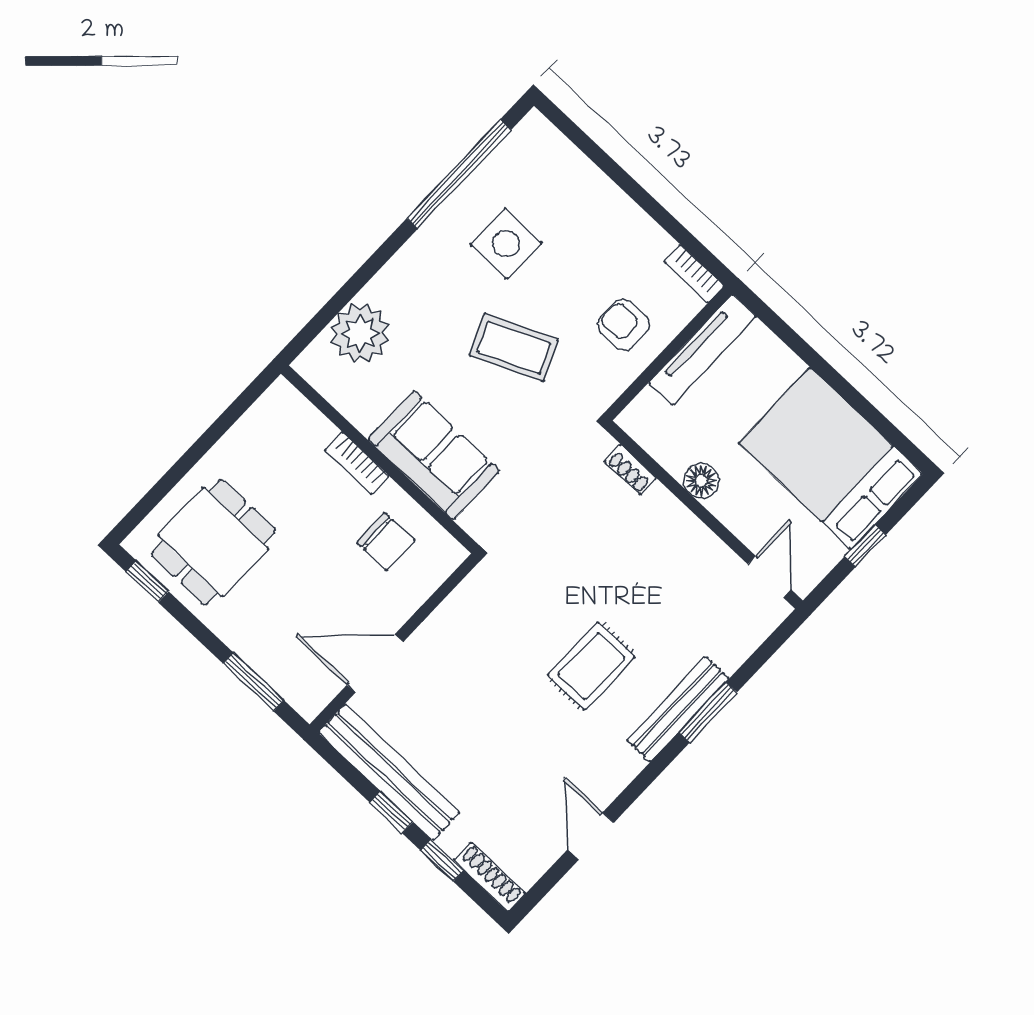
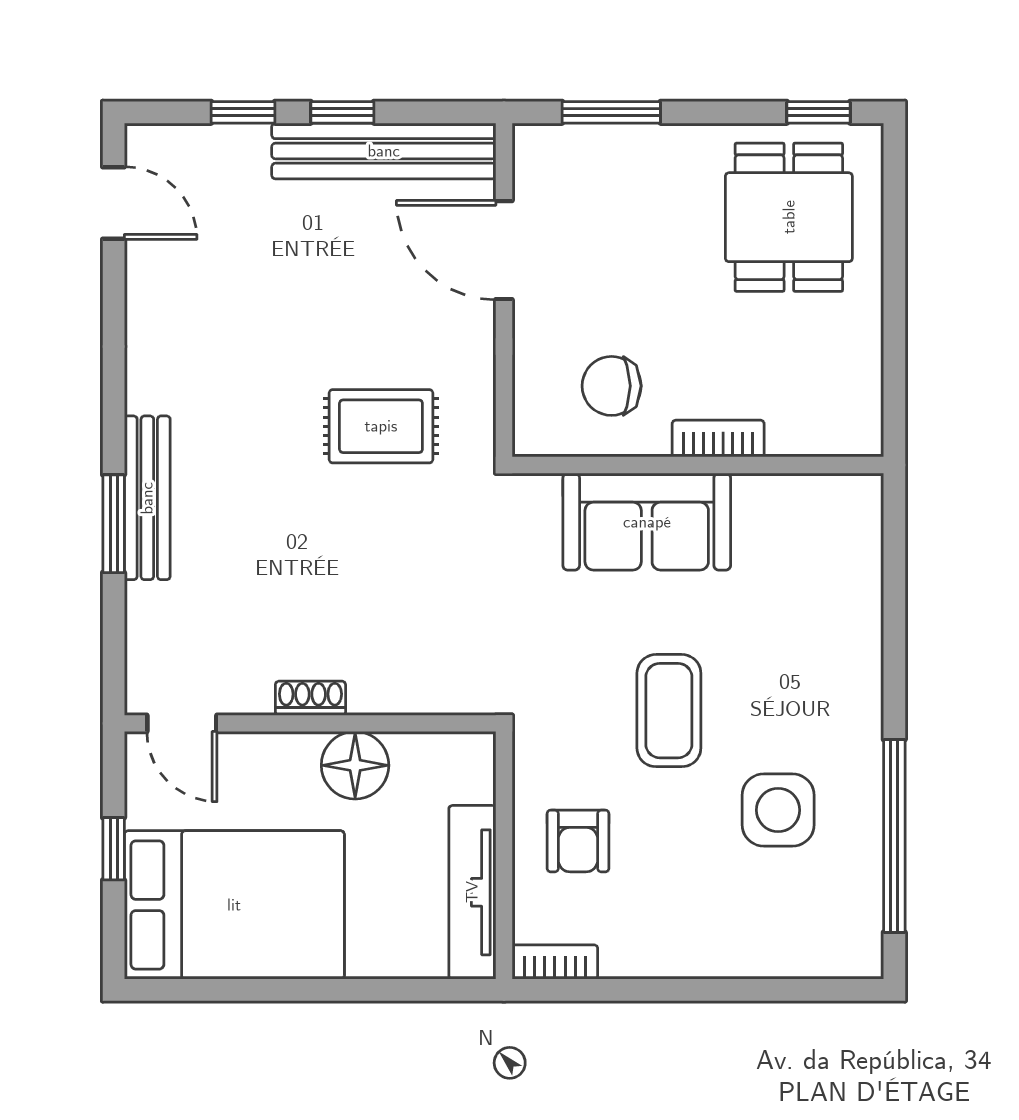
armchair: (624, 325) -> (578, 841), turned 90
plant: (360, 334) -> (841, 575), removed
coffee table: (514, 347) -> (669, 711), turned -66
shoe rack: (630, 470) -> (310, 698), moved
floor lamp: (701, 481) -> (355, 765), width x1.38, depth x1.38
door: (375, 663) -> (504, 250), swing flipped
rug: (591, 666) -> (381, 426), moved, turned 90
door: (591, 836) -> (114, 203), moved
shoe rack: (489, 877) -> (178, 141), removed

